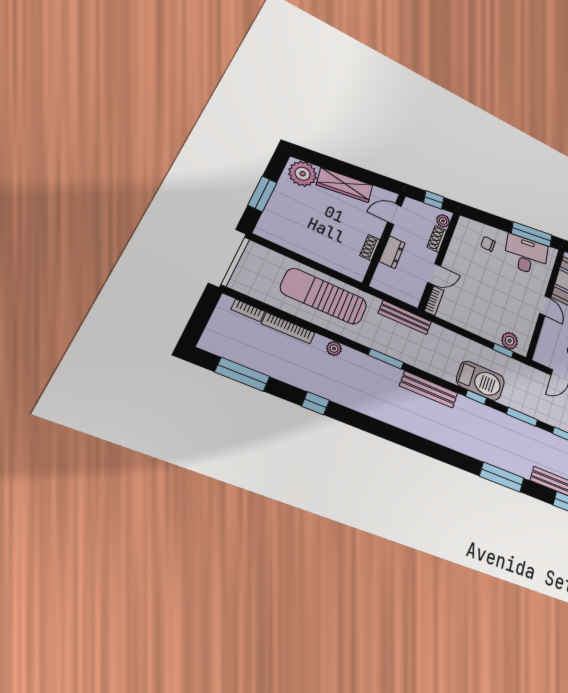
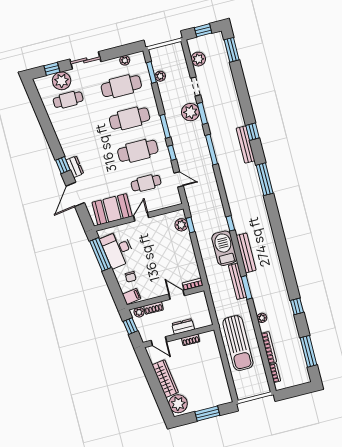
filing cabinet: (466, 228) -> (132, 296), added
bench: (405, 317) -> (237, 281), moved
barbecue: (481, 381) -> (224, 248), moved
window: (522, 417) -> (221, 189), removed

